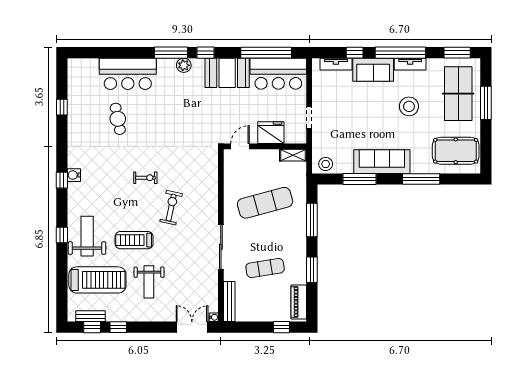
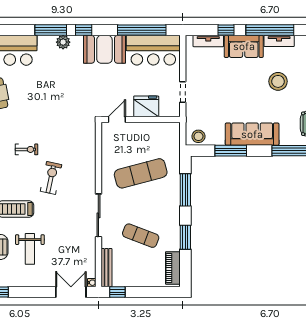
shelving: (293, 155) -> (167, 128), removed
exercise mat: (265, 268) -> (141, 236), turned 30
window: (281, 327) -> (117, 292), moved

